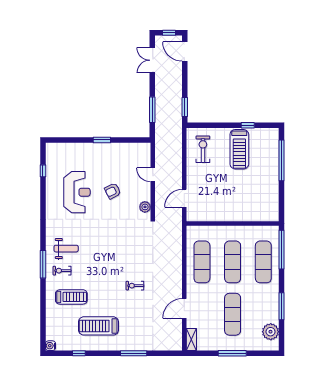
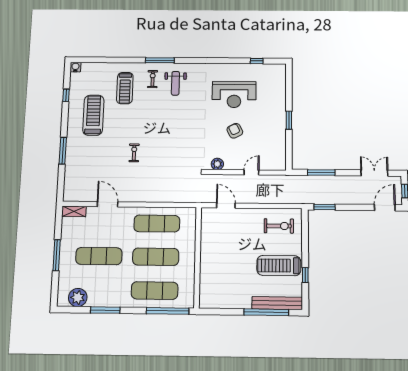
bench: (273, 151) -> (277, 303), added

